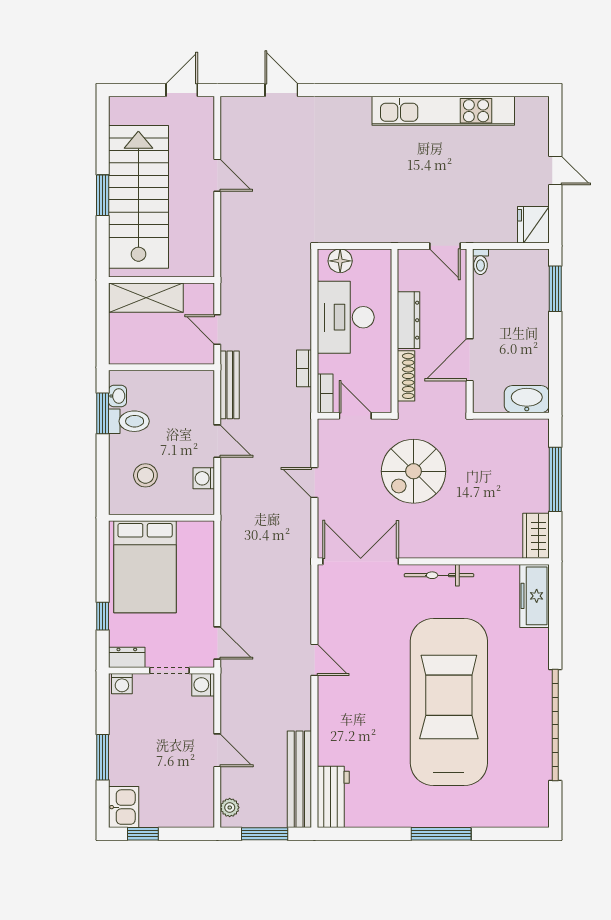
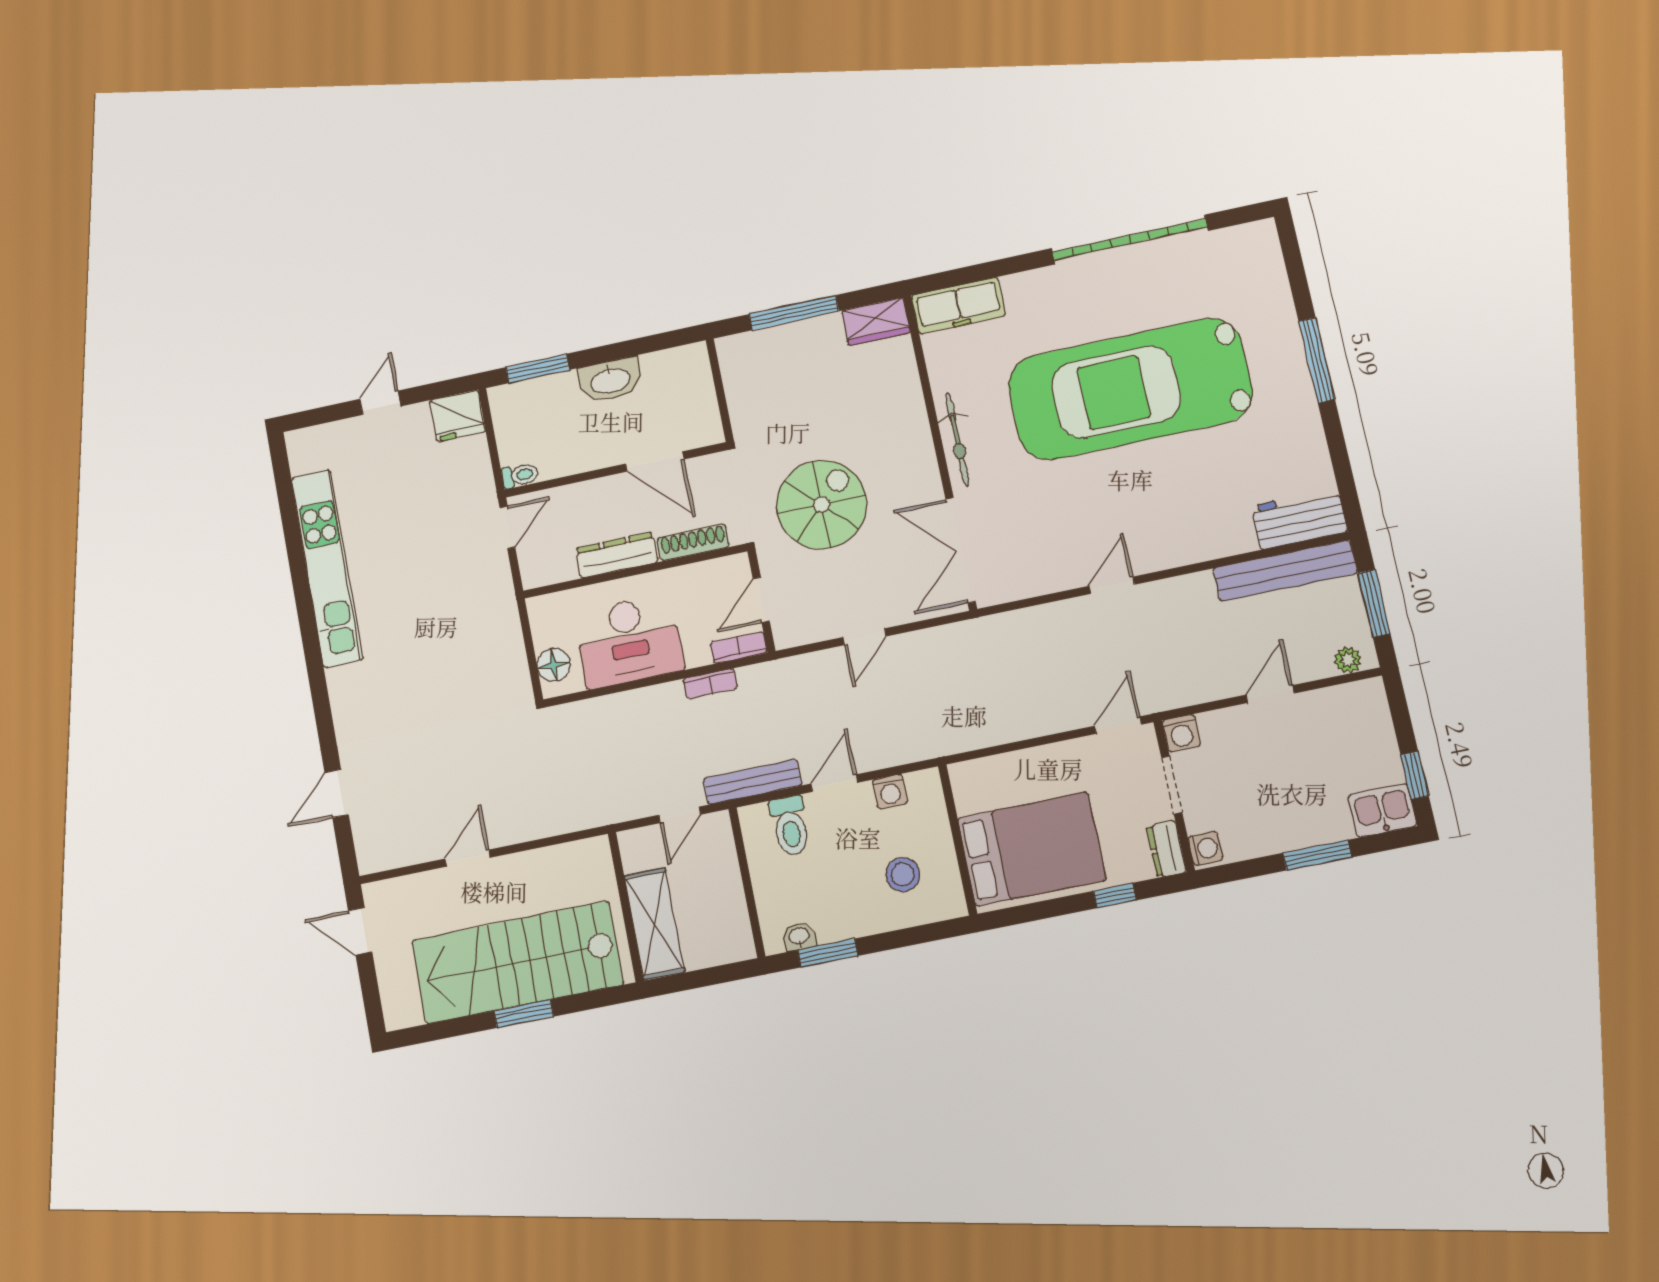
washbasin: (527, 399) -> (610, 380), moved, turned -90
toilet: (129, 421) -> (790, 826), moved, turned 180
spiral stairs: (414, 471) -> (821, 505), turned -90

